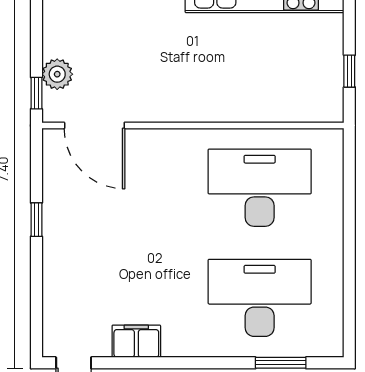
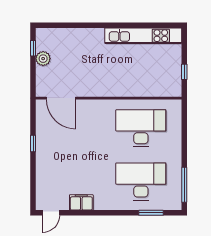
plant: (57, 74) -> (43, 59), moved
window: (36, 93) -> (33, 48), moved
window: (349, 305) -> (184, 185), added

